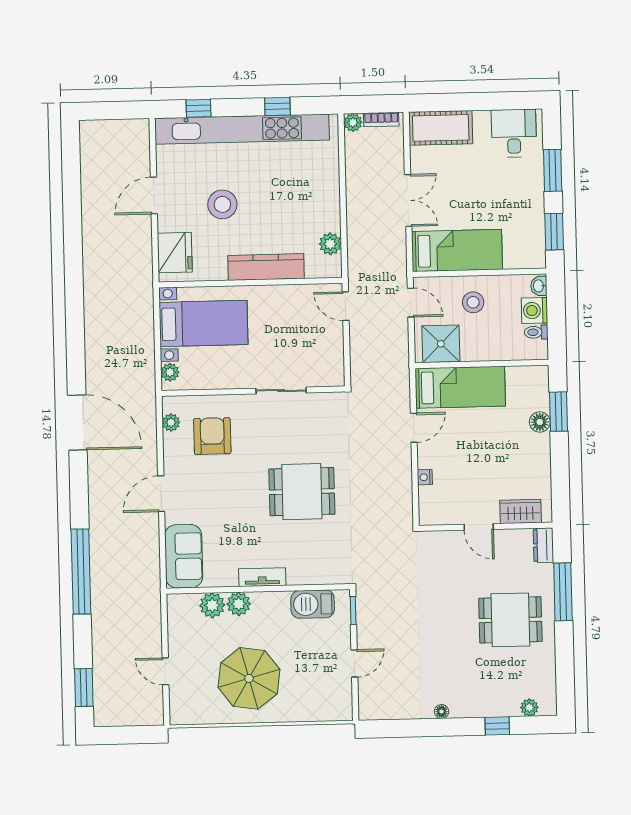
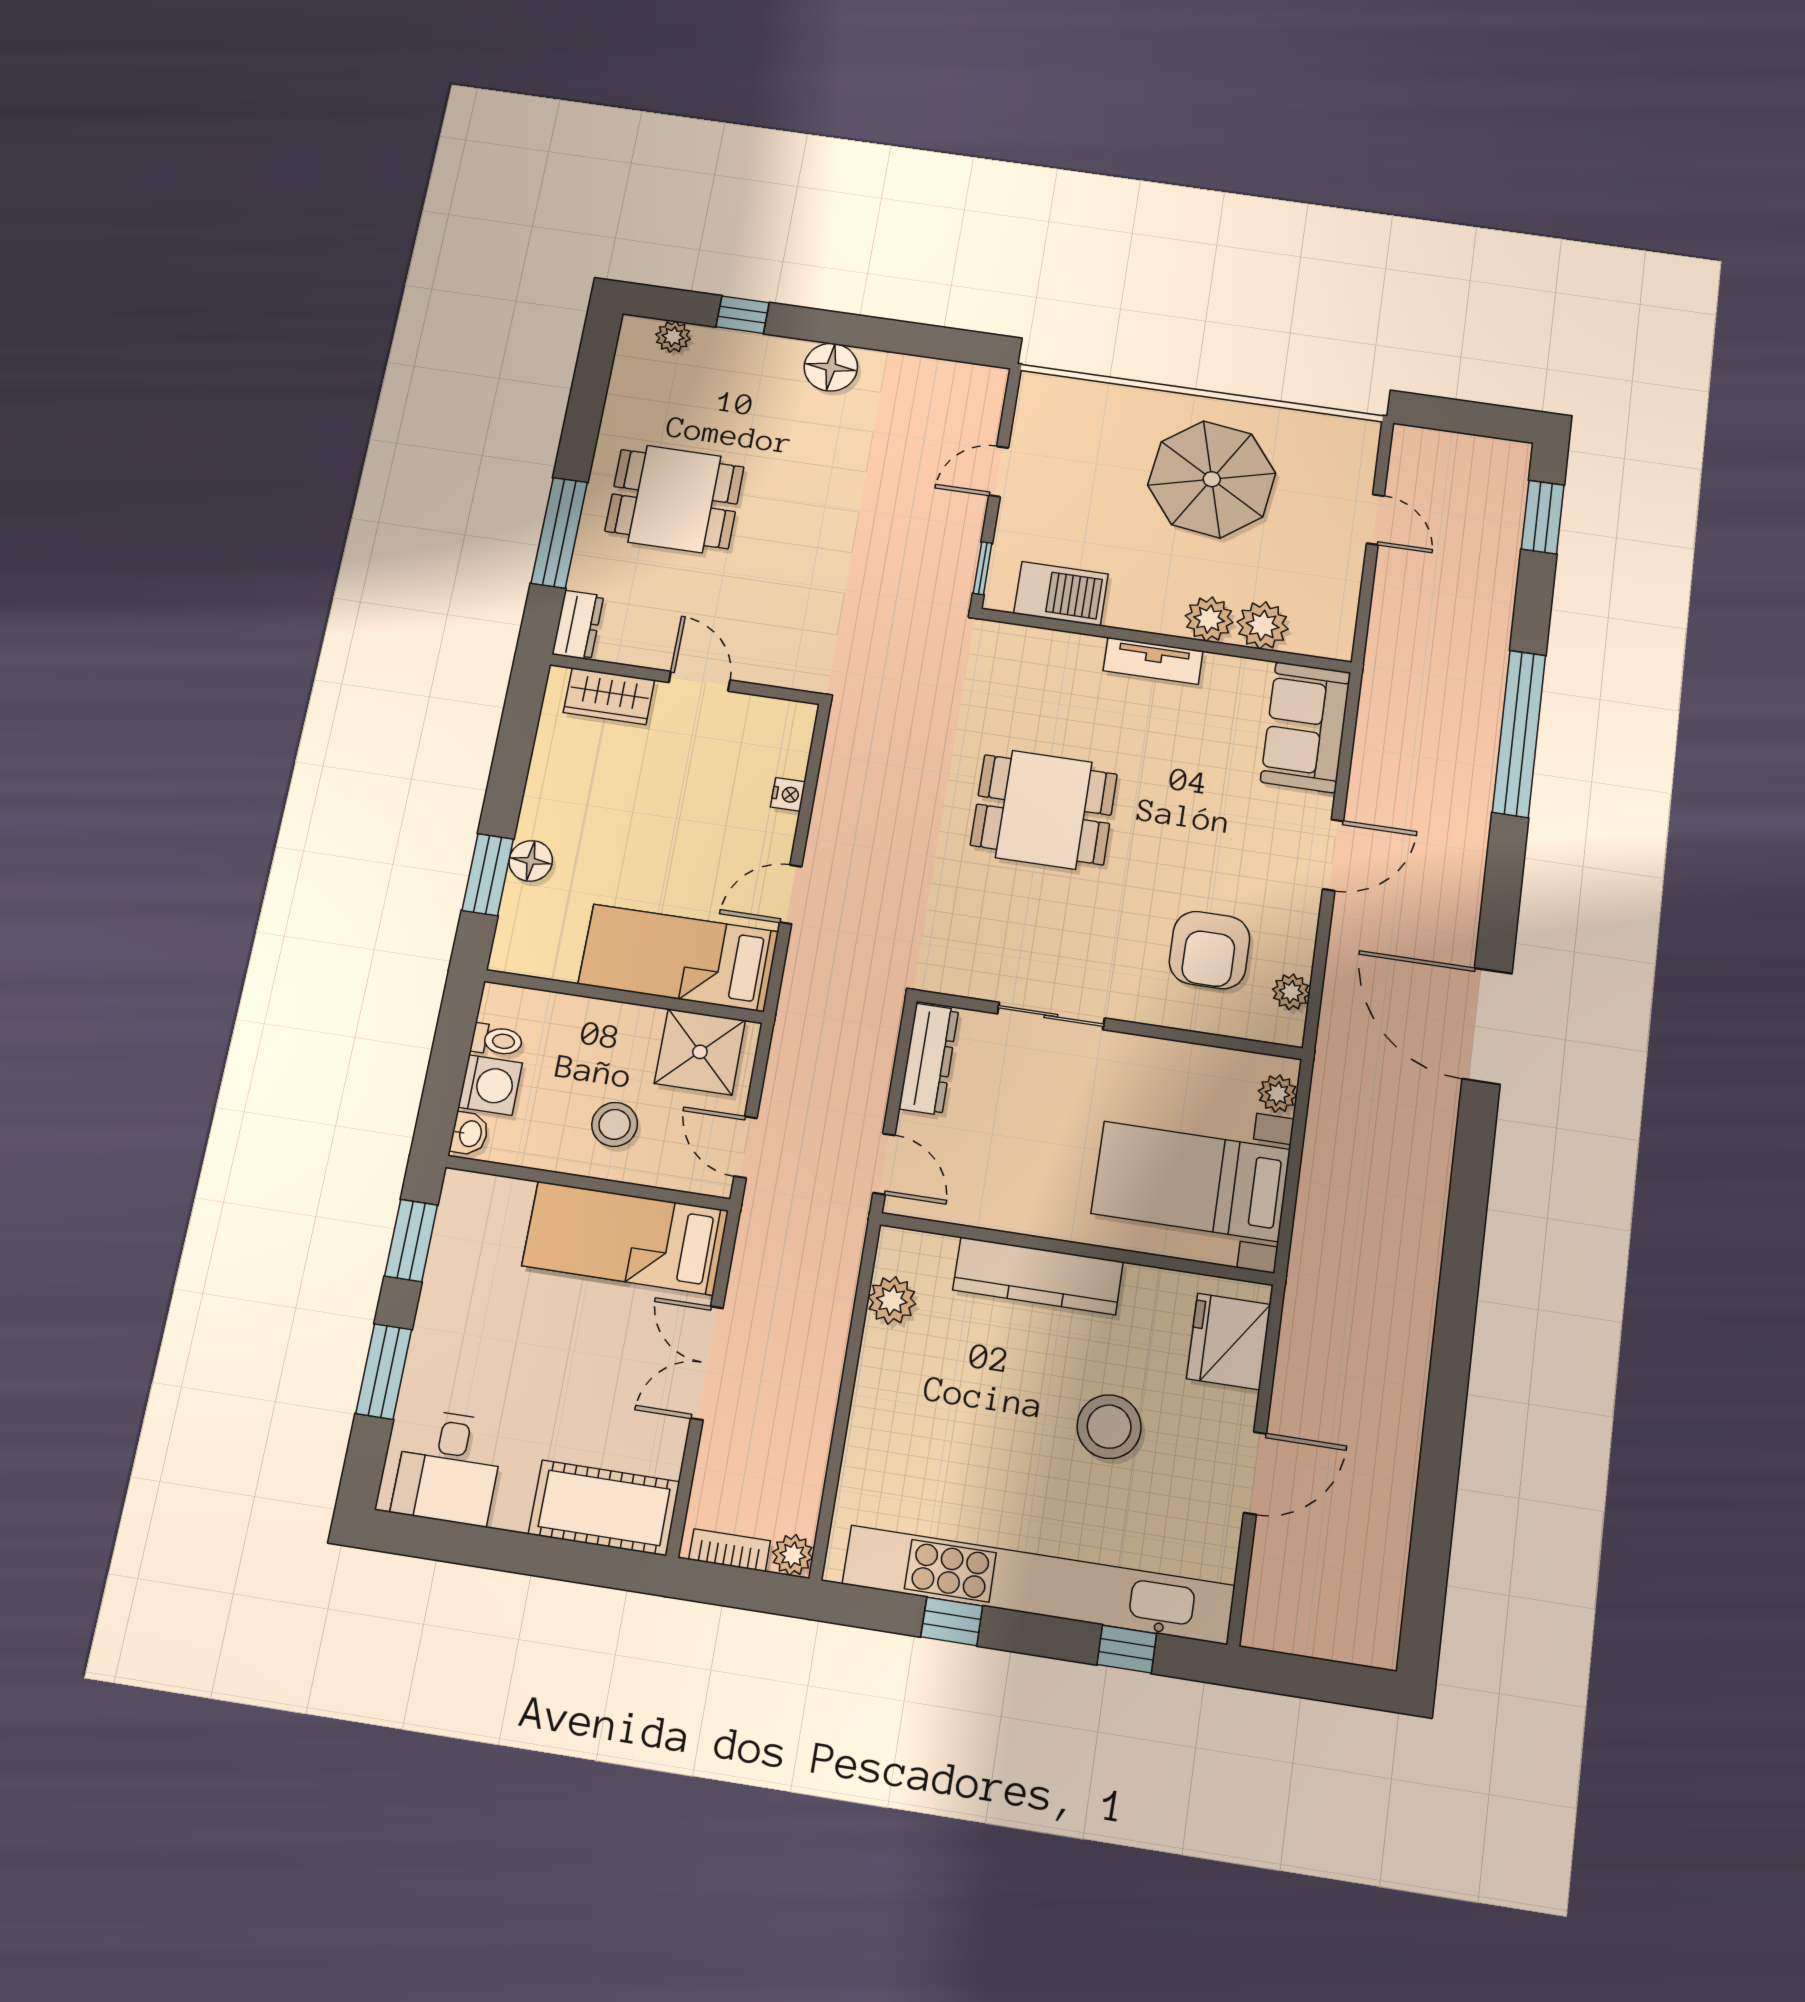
dresser: (334, 360) -> (929, 1059), added
floor lamp: (441, 711) -> (831, 367), width x1.89, depth x1.89

